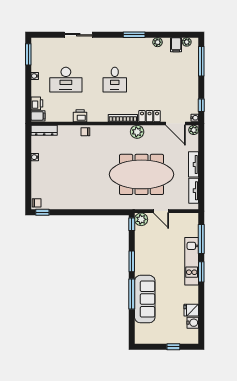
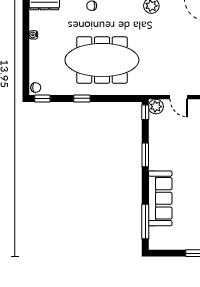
meeting table: (142, 174) -> (102, 60), moved
window: (77, 212) -> (82, 98), added
window: (132, 294) -> (145, 222), moved

